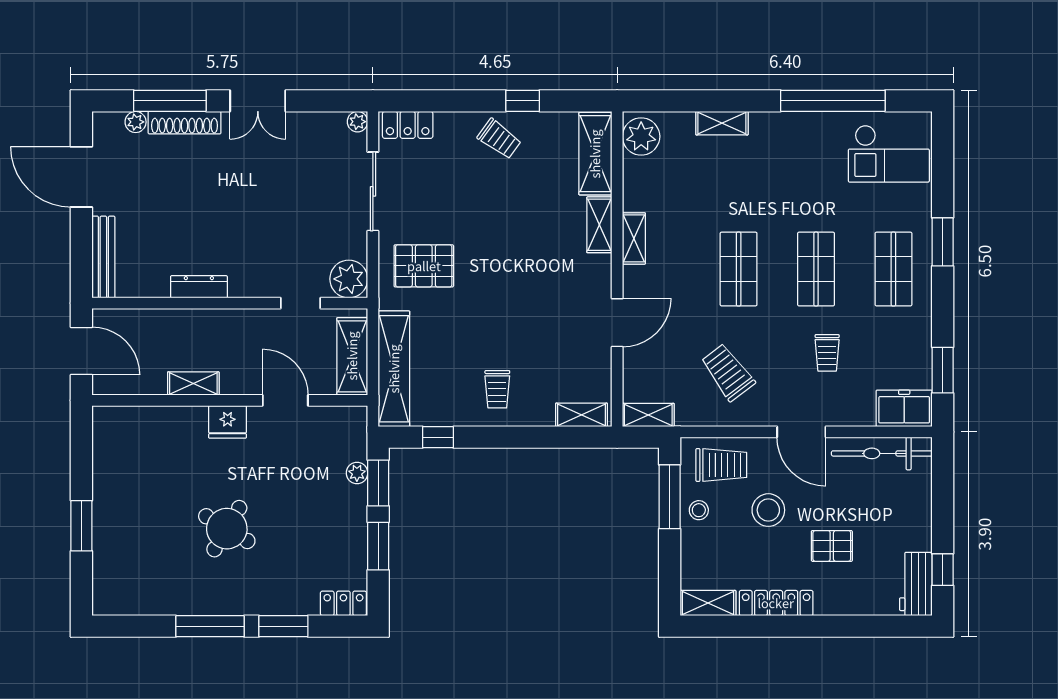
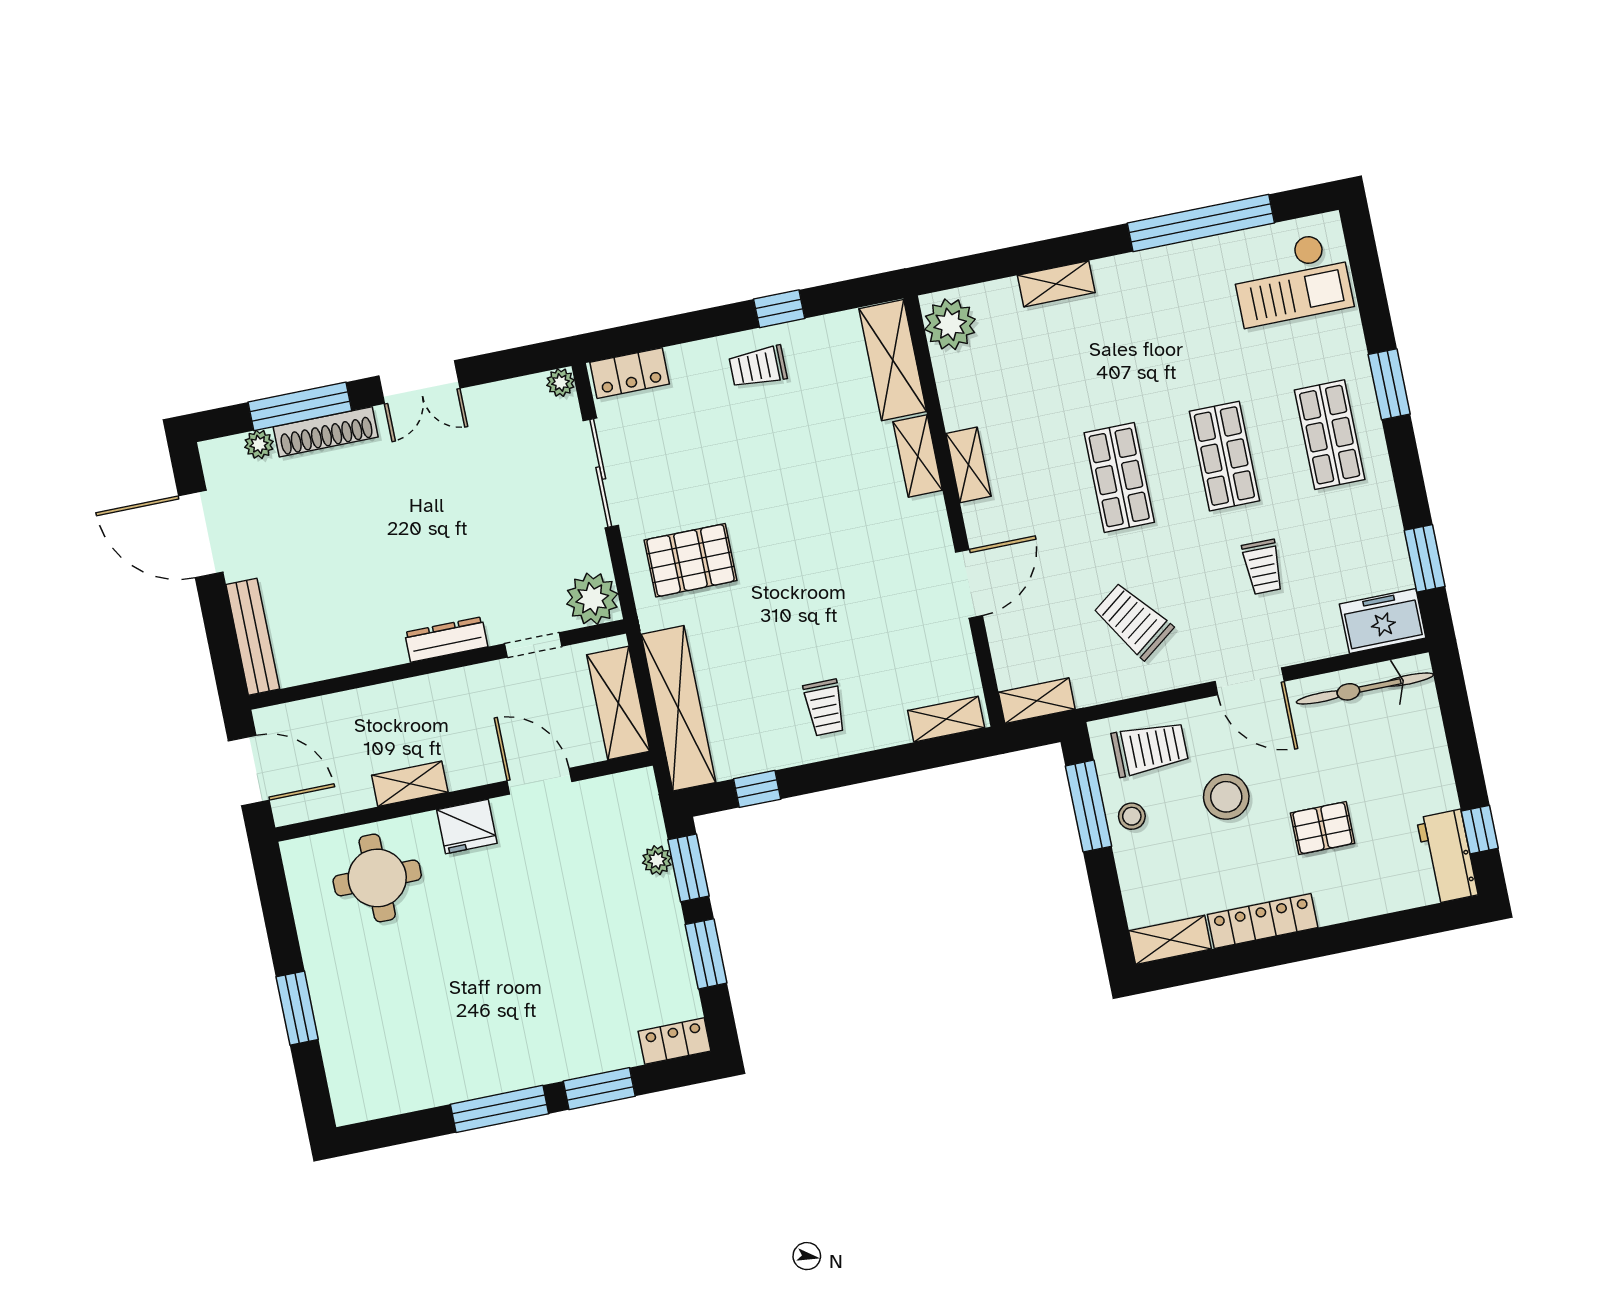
trolley: (499, 139) -> (758, 367), turned 144
dresser: (199, 287) -> (446, 640), moved
round table: (227, 529) -> (377, 878), moved, turned -31

